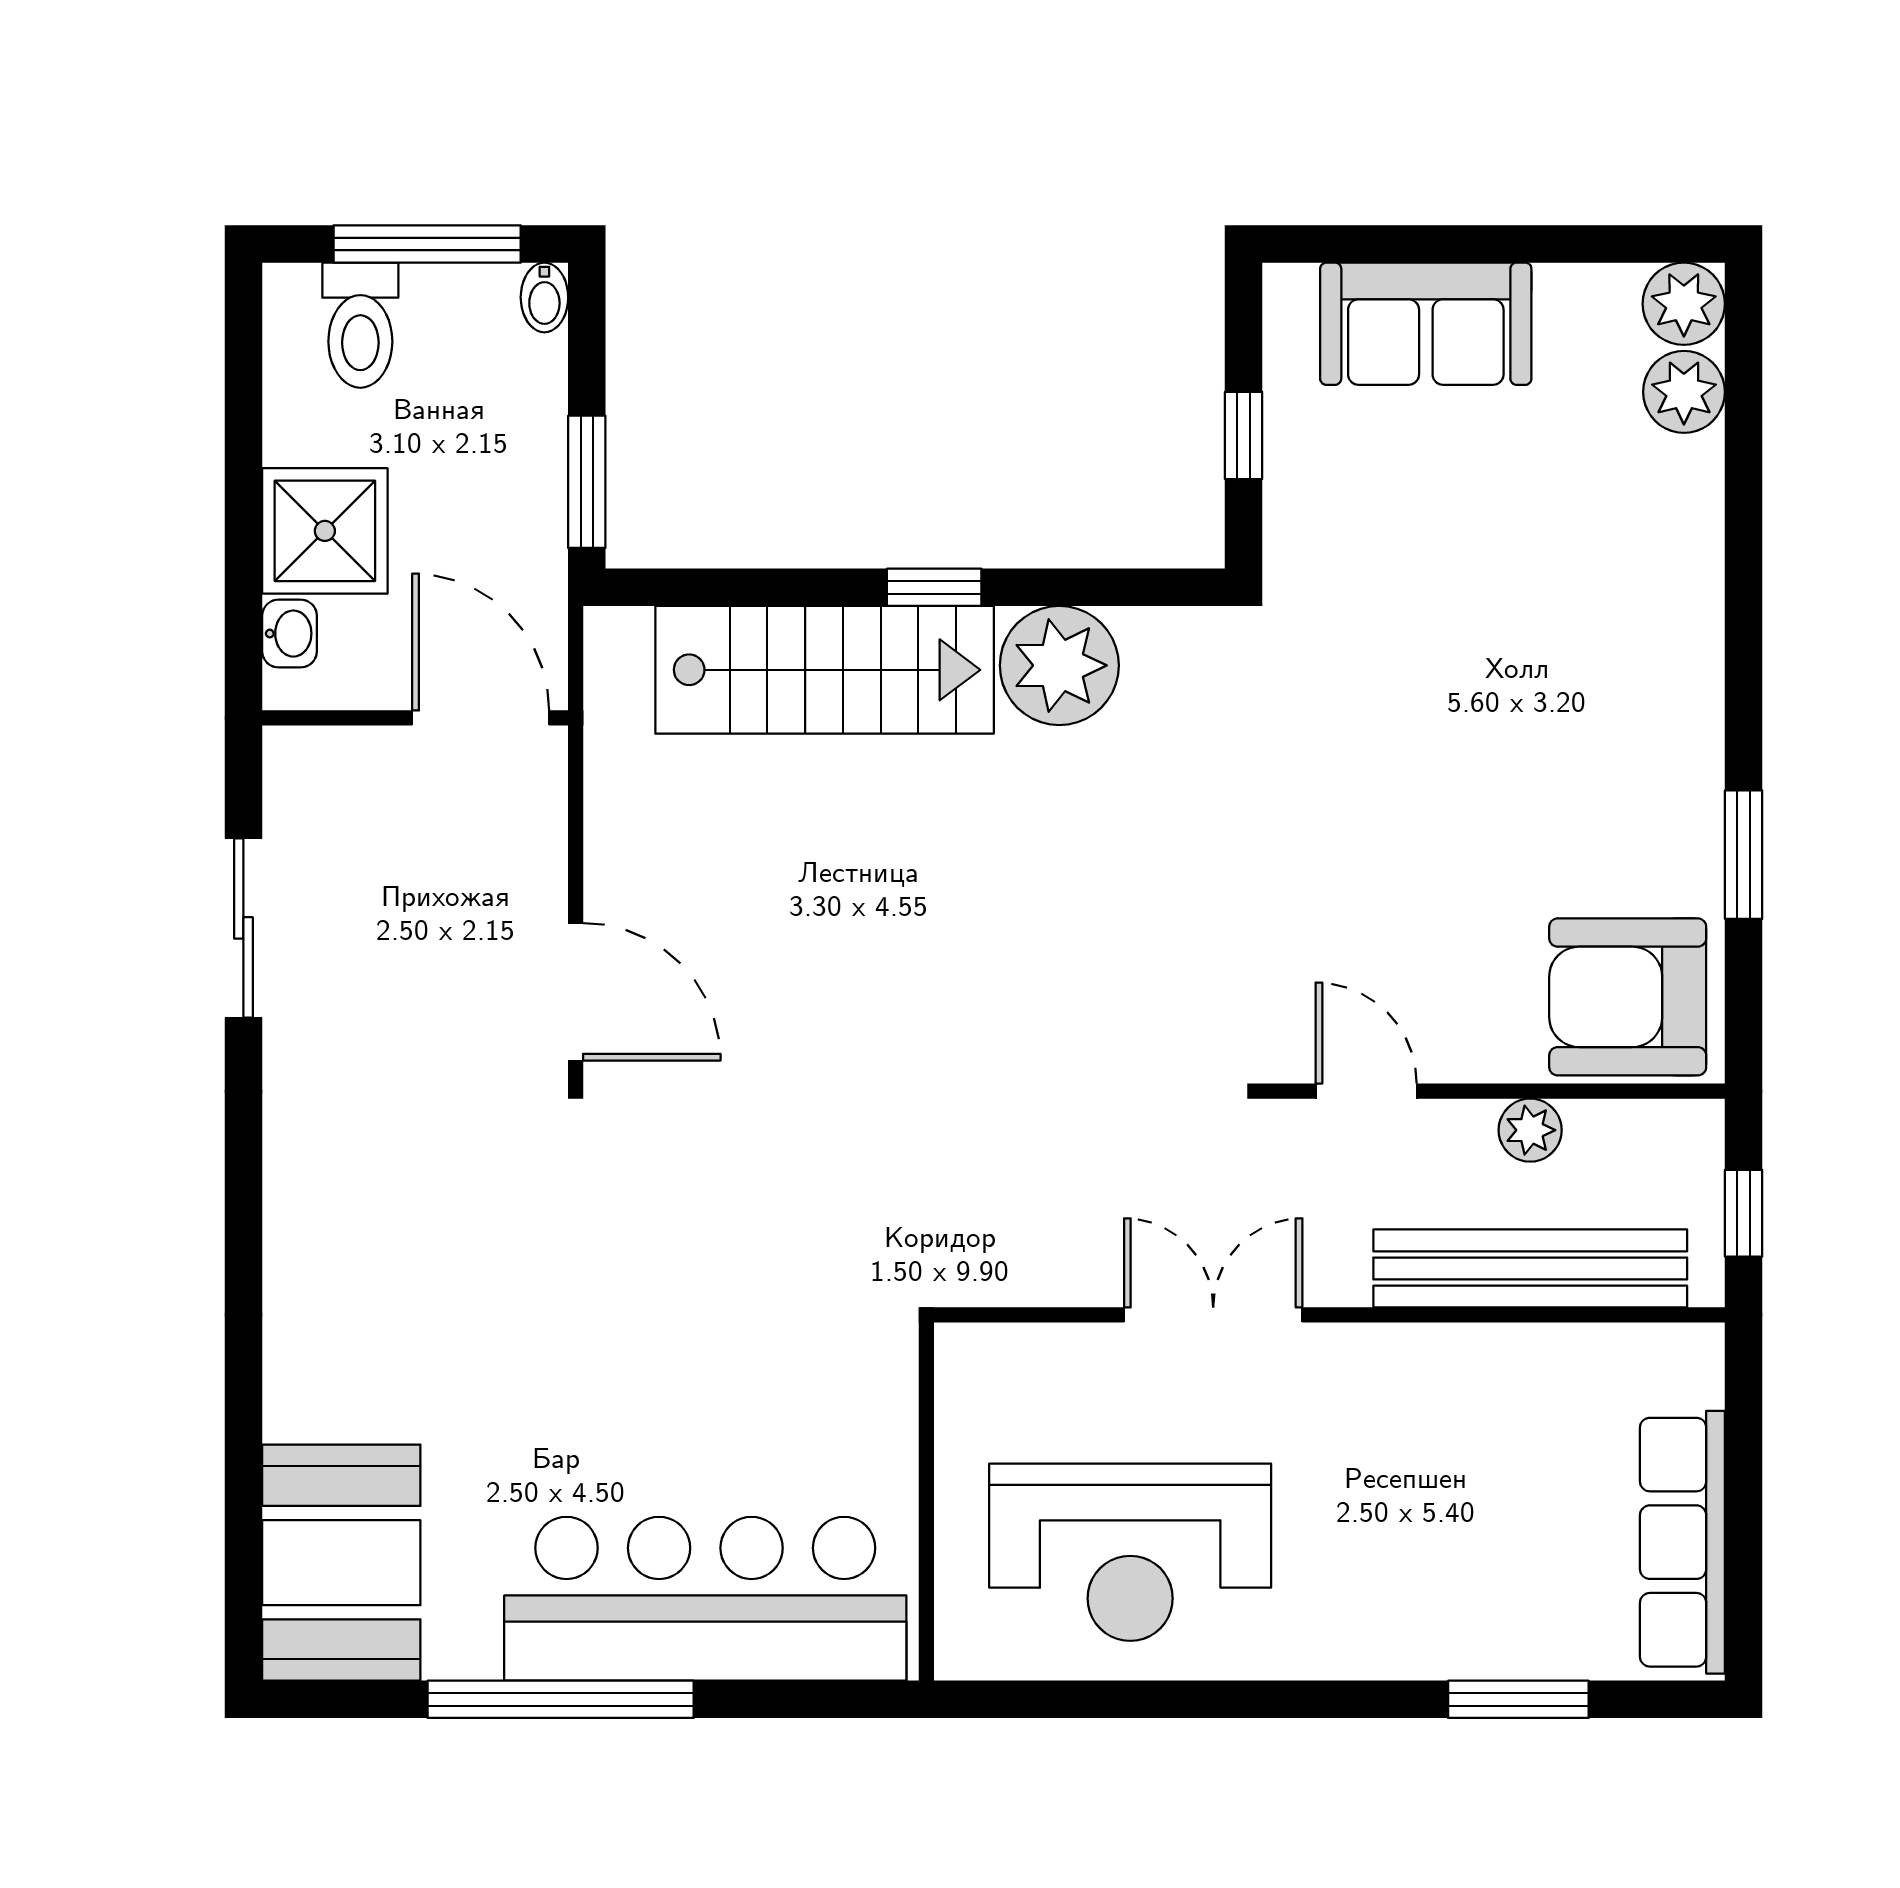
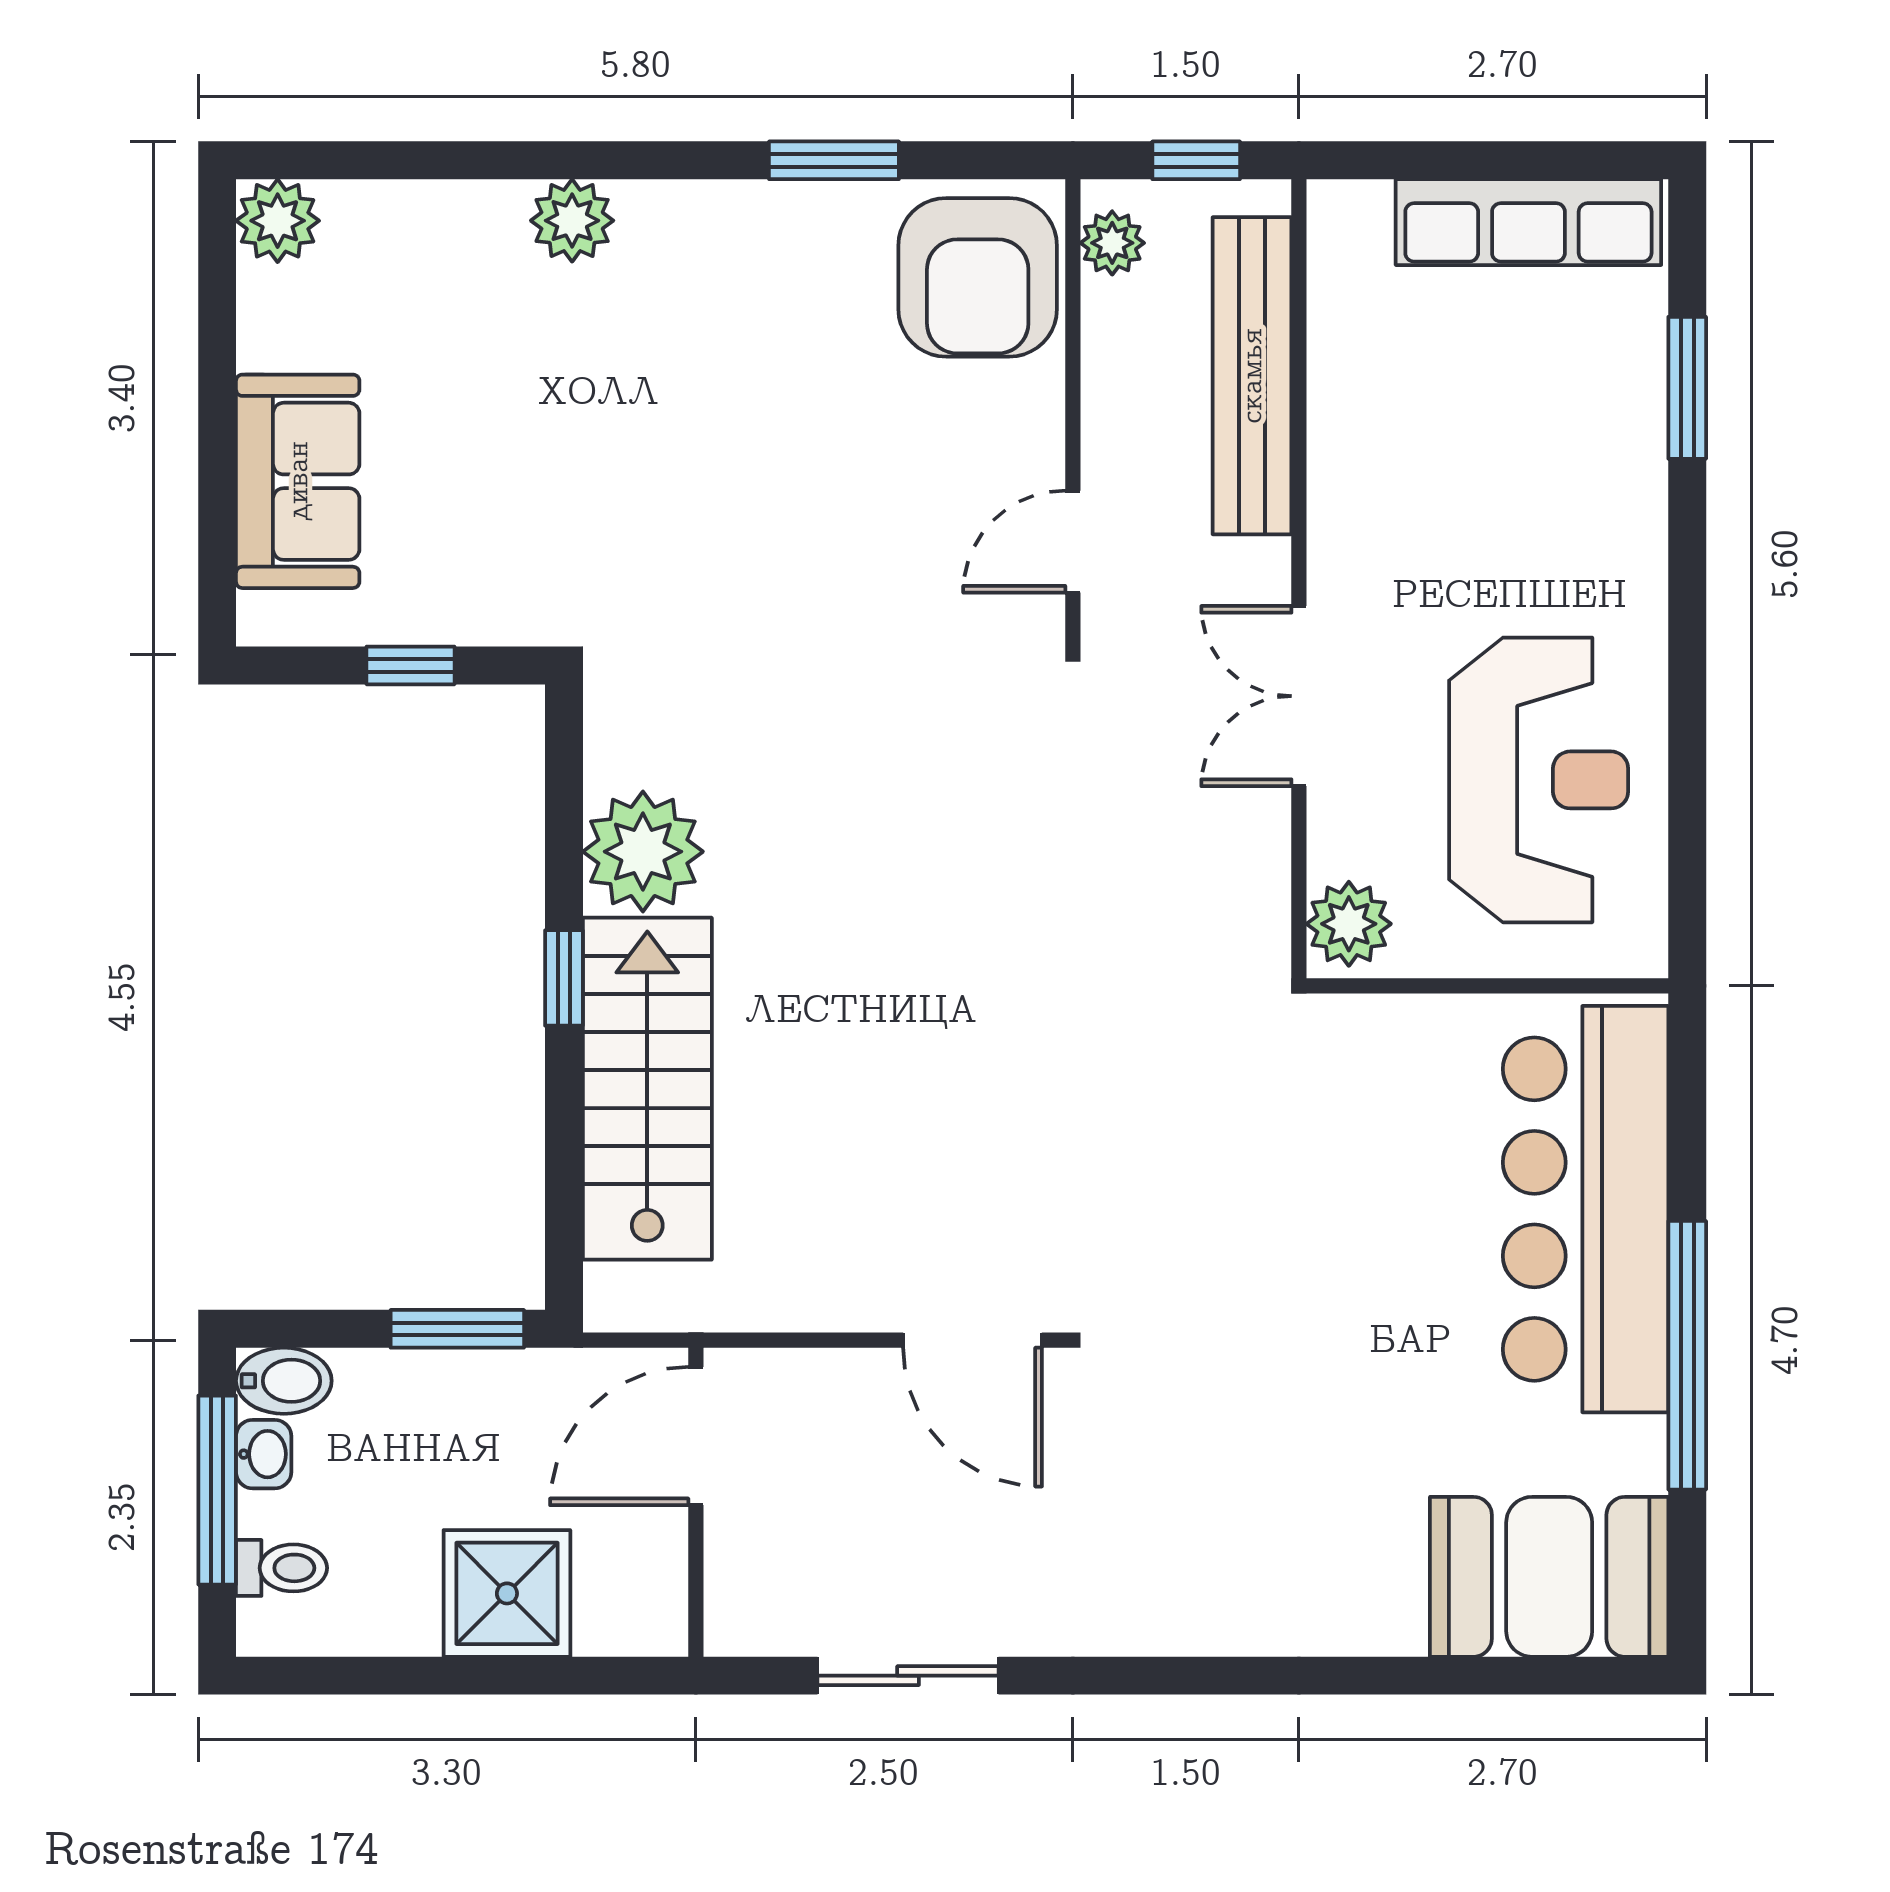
bidet: (544, 297) -> (284, 1381), width x1.38, depth x1.36
toilet: (360, 325) -> (282, 1568), width x0.73, depth x0.72
plant: (1684, 392) -> (572, 221), moved
washbasin: (290, 634) -> (264, 1454), moved, turned 90
door: (576, 992) -> (973, 1340), swing flipped
plant: (1530, 1130) -> (1112, 243), moved
plant: (988, 1364) -> (1349, 924), added

